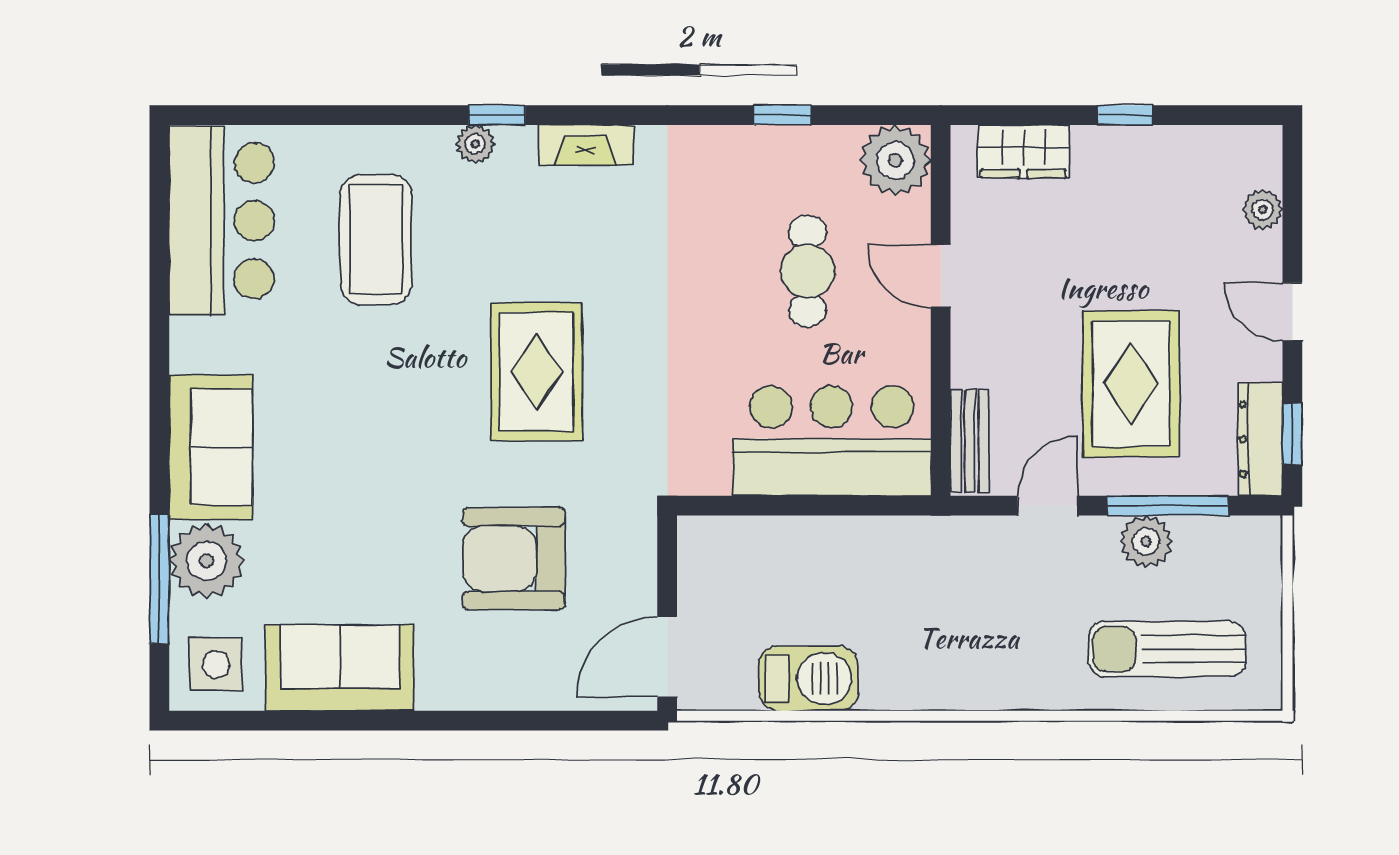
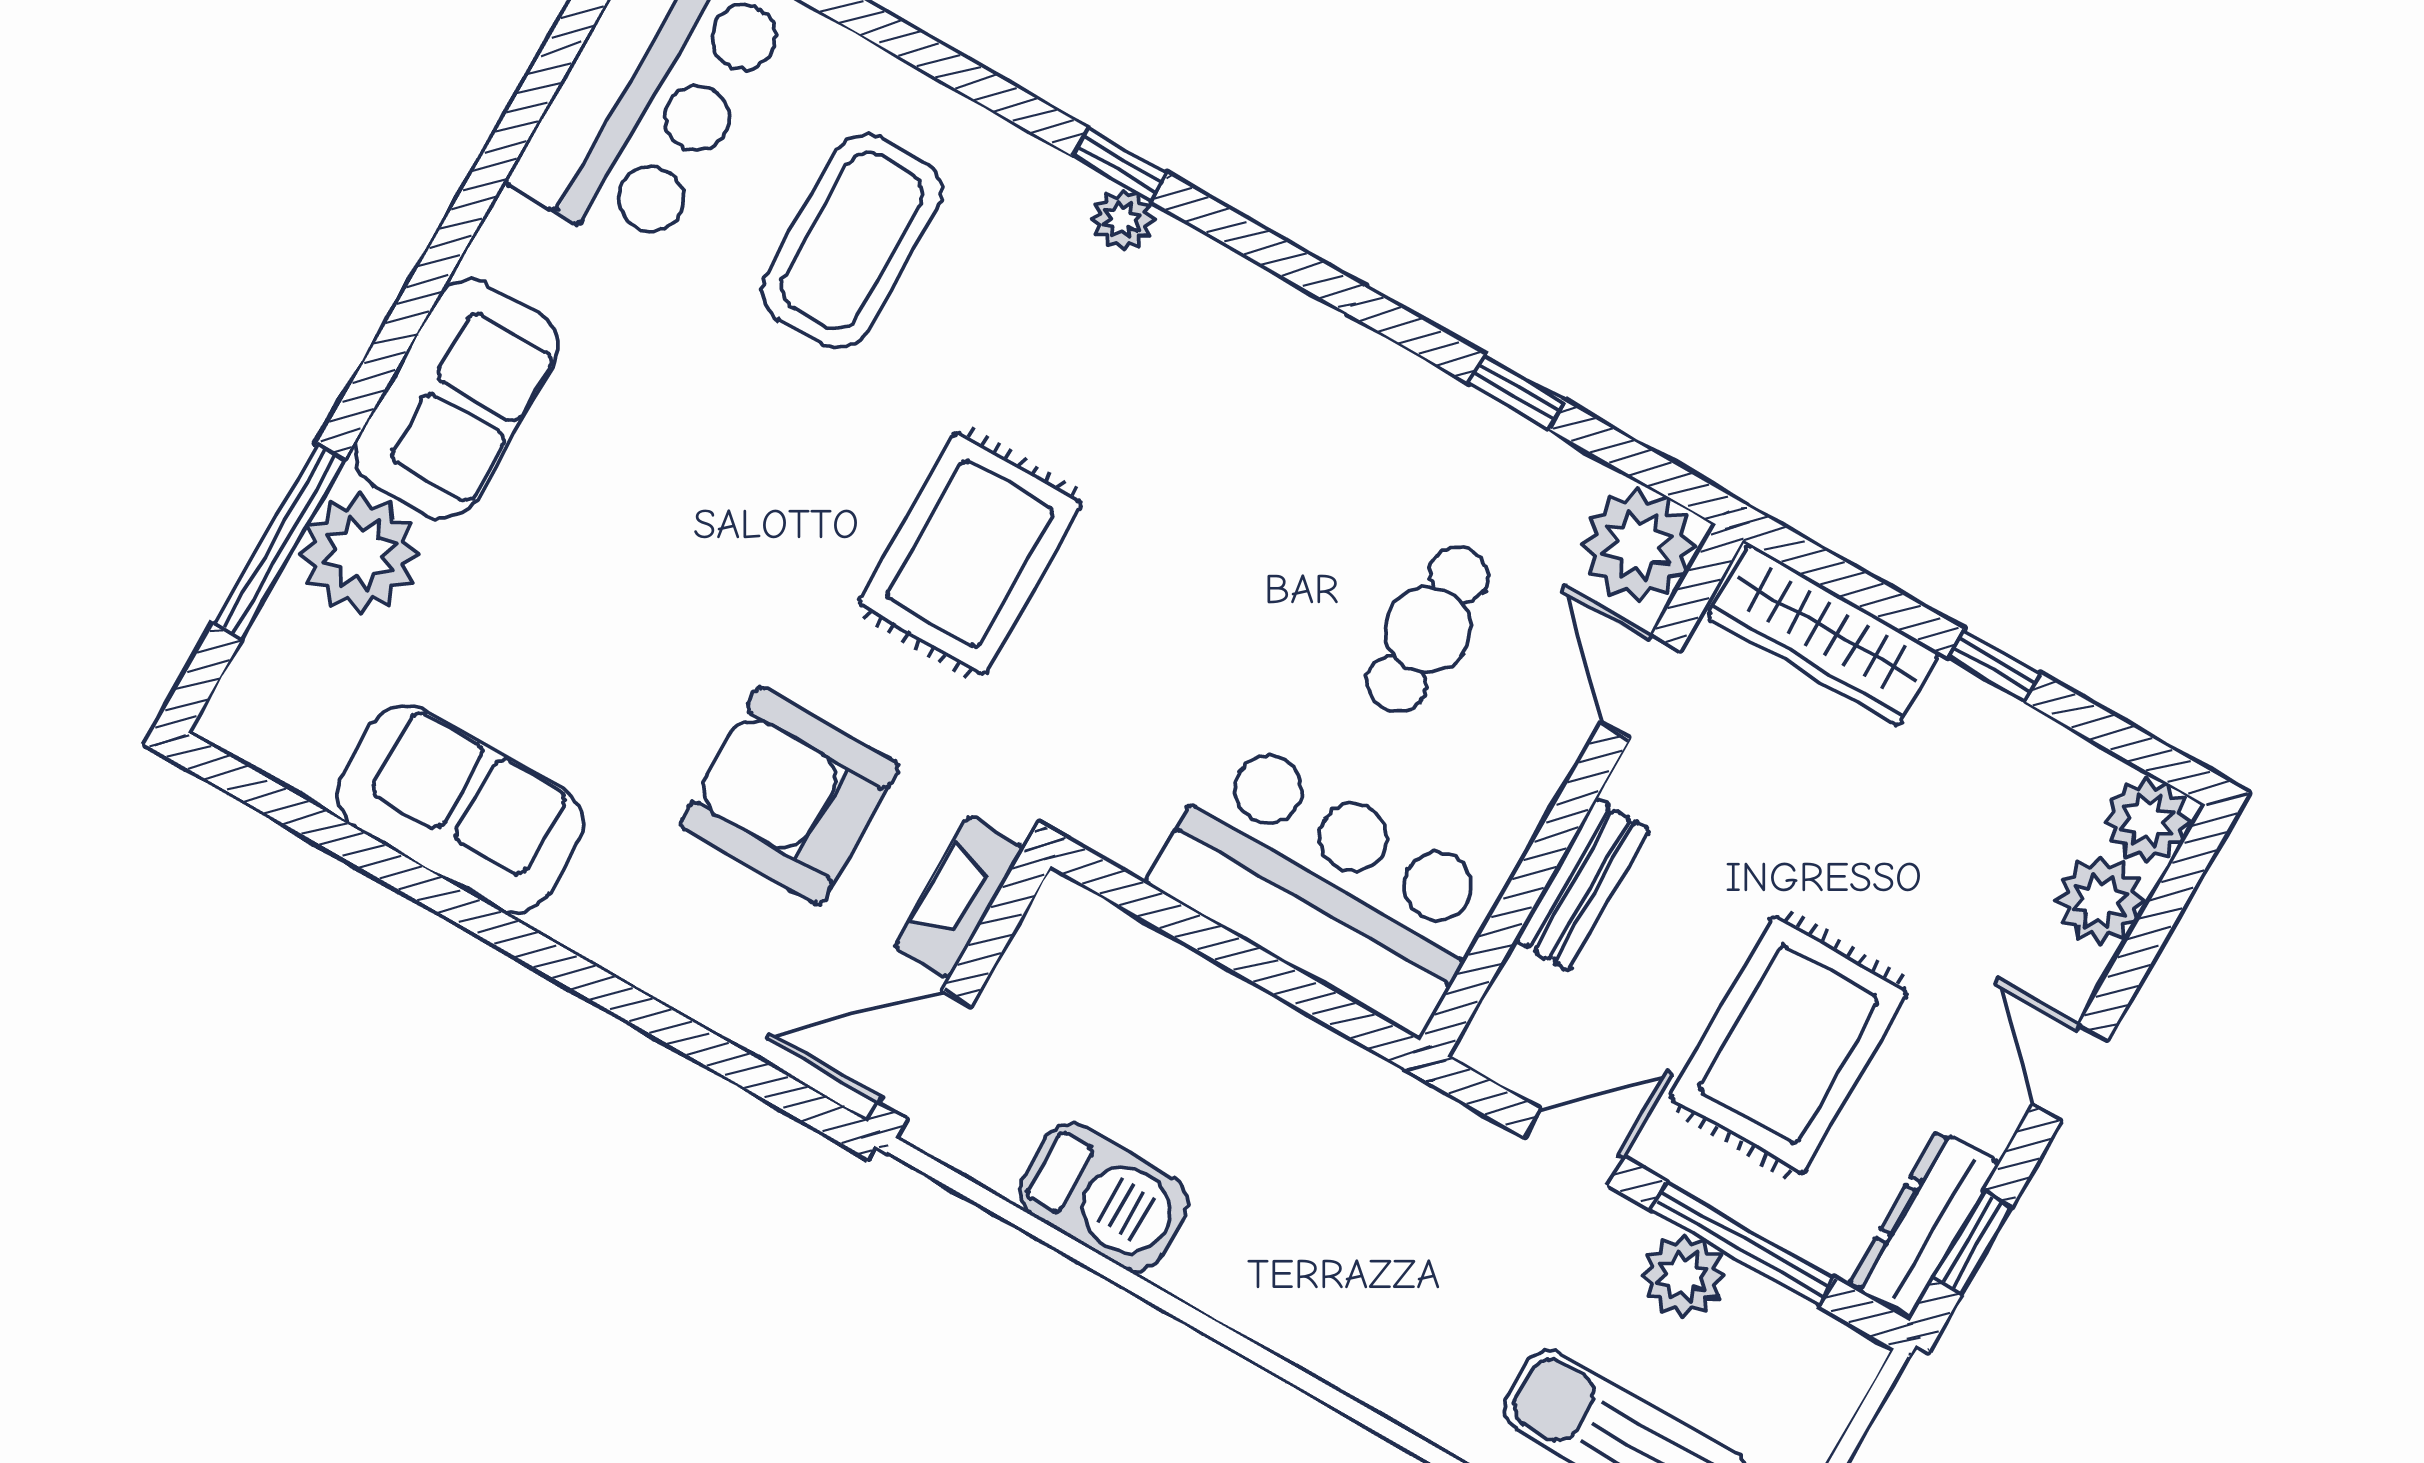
plant: (475, 144) -> (1122, 219), moved
fireplace: (586, 145) -> (959, 897), moved, turned 90
wardrobe: (1023, 151) -> (1824, 635), width x1.50
plant: (1256, 152) -> (2147, 820), added
plant: (1263, 210) -> (2100, 901), width x1.38, depth x1.38
door: (941, 276) -> (1641, 687), moved
bench: (970, 441) -> (1582, 885), moved
side table: (216, 664) -> (290, 705), removed

